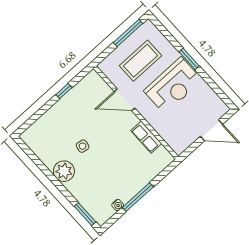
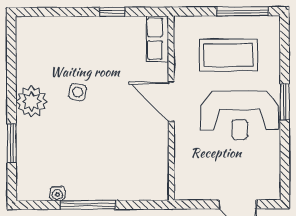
door: (125, 100) -> (171, 102), moved
row of seats: (146, 137) -> (158, 39), moved
window: (85, 214) -> (12, 143), moved

